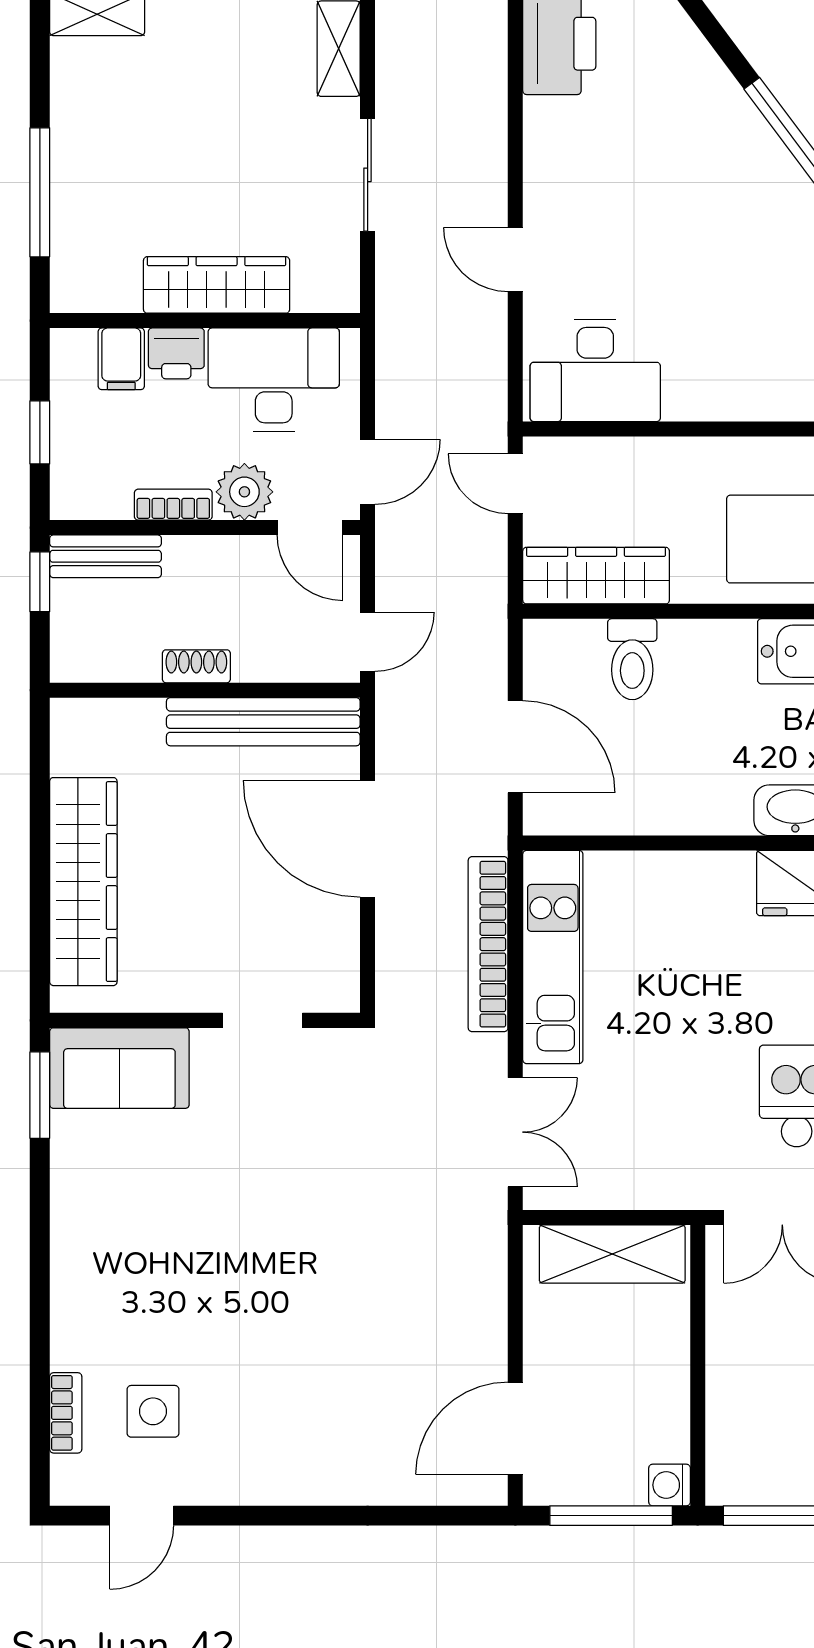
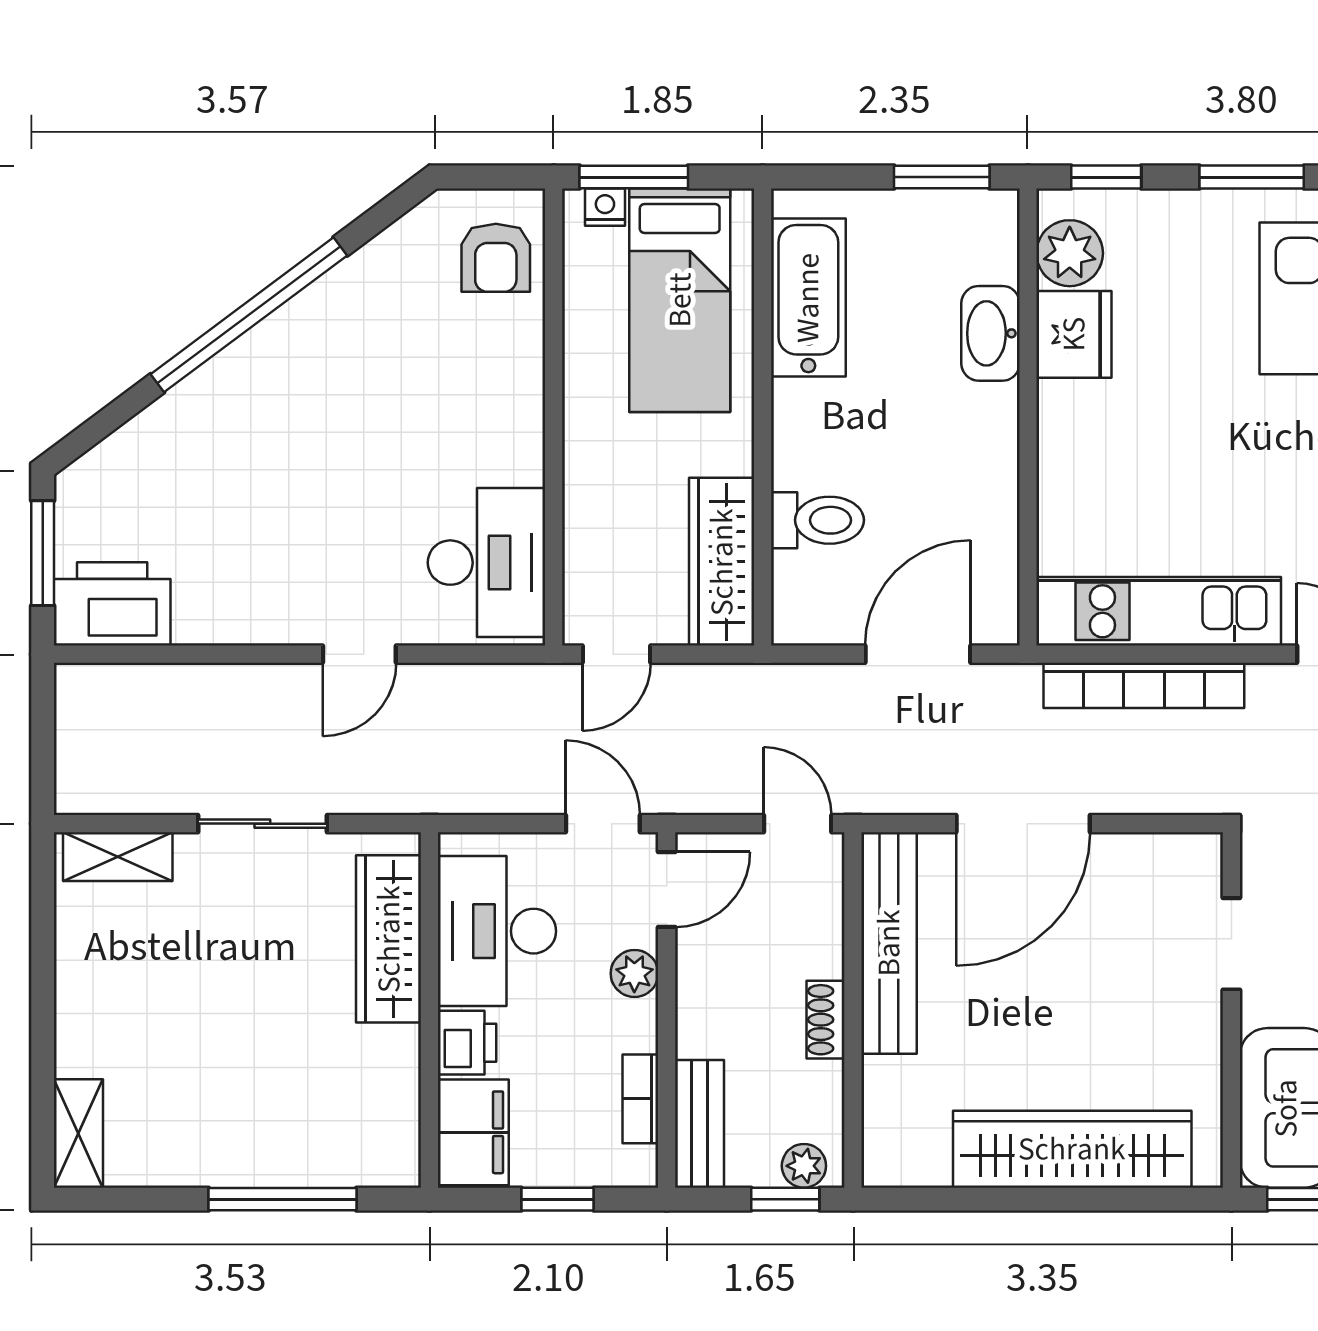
wardrobe: (217, 285) -> (389, 939), moved
filing cabinet: (121, 359) -> (473, 1132), width x2.00
plant: (244, 492) -> (634, 973), width x0.73, depth x0.73
bookcase: (173, 505) -> (640, 1099), moved
window: (40, 582) -> (785, 1199), moved
plant: (69, 647) -> (804, 1166), added

